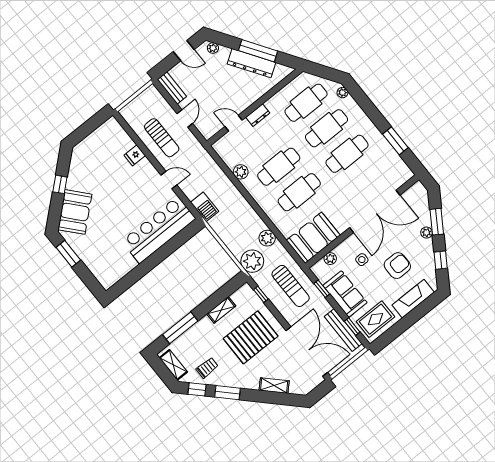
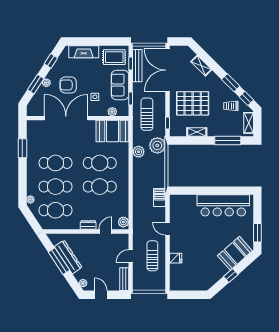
door: (234, 123) -> (105, 231), swing flipped
plant: (241, 172) -> (123, 222), moved
bar counter: (159, 230) -> (223, 205), moved
armchair: (397, 266) -> (68, 85), moved

